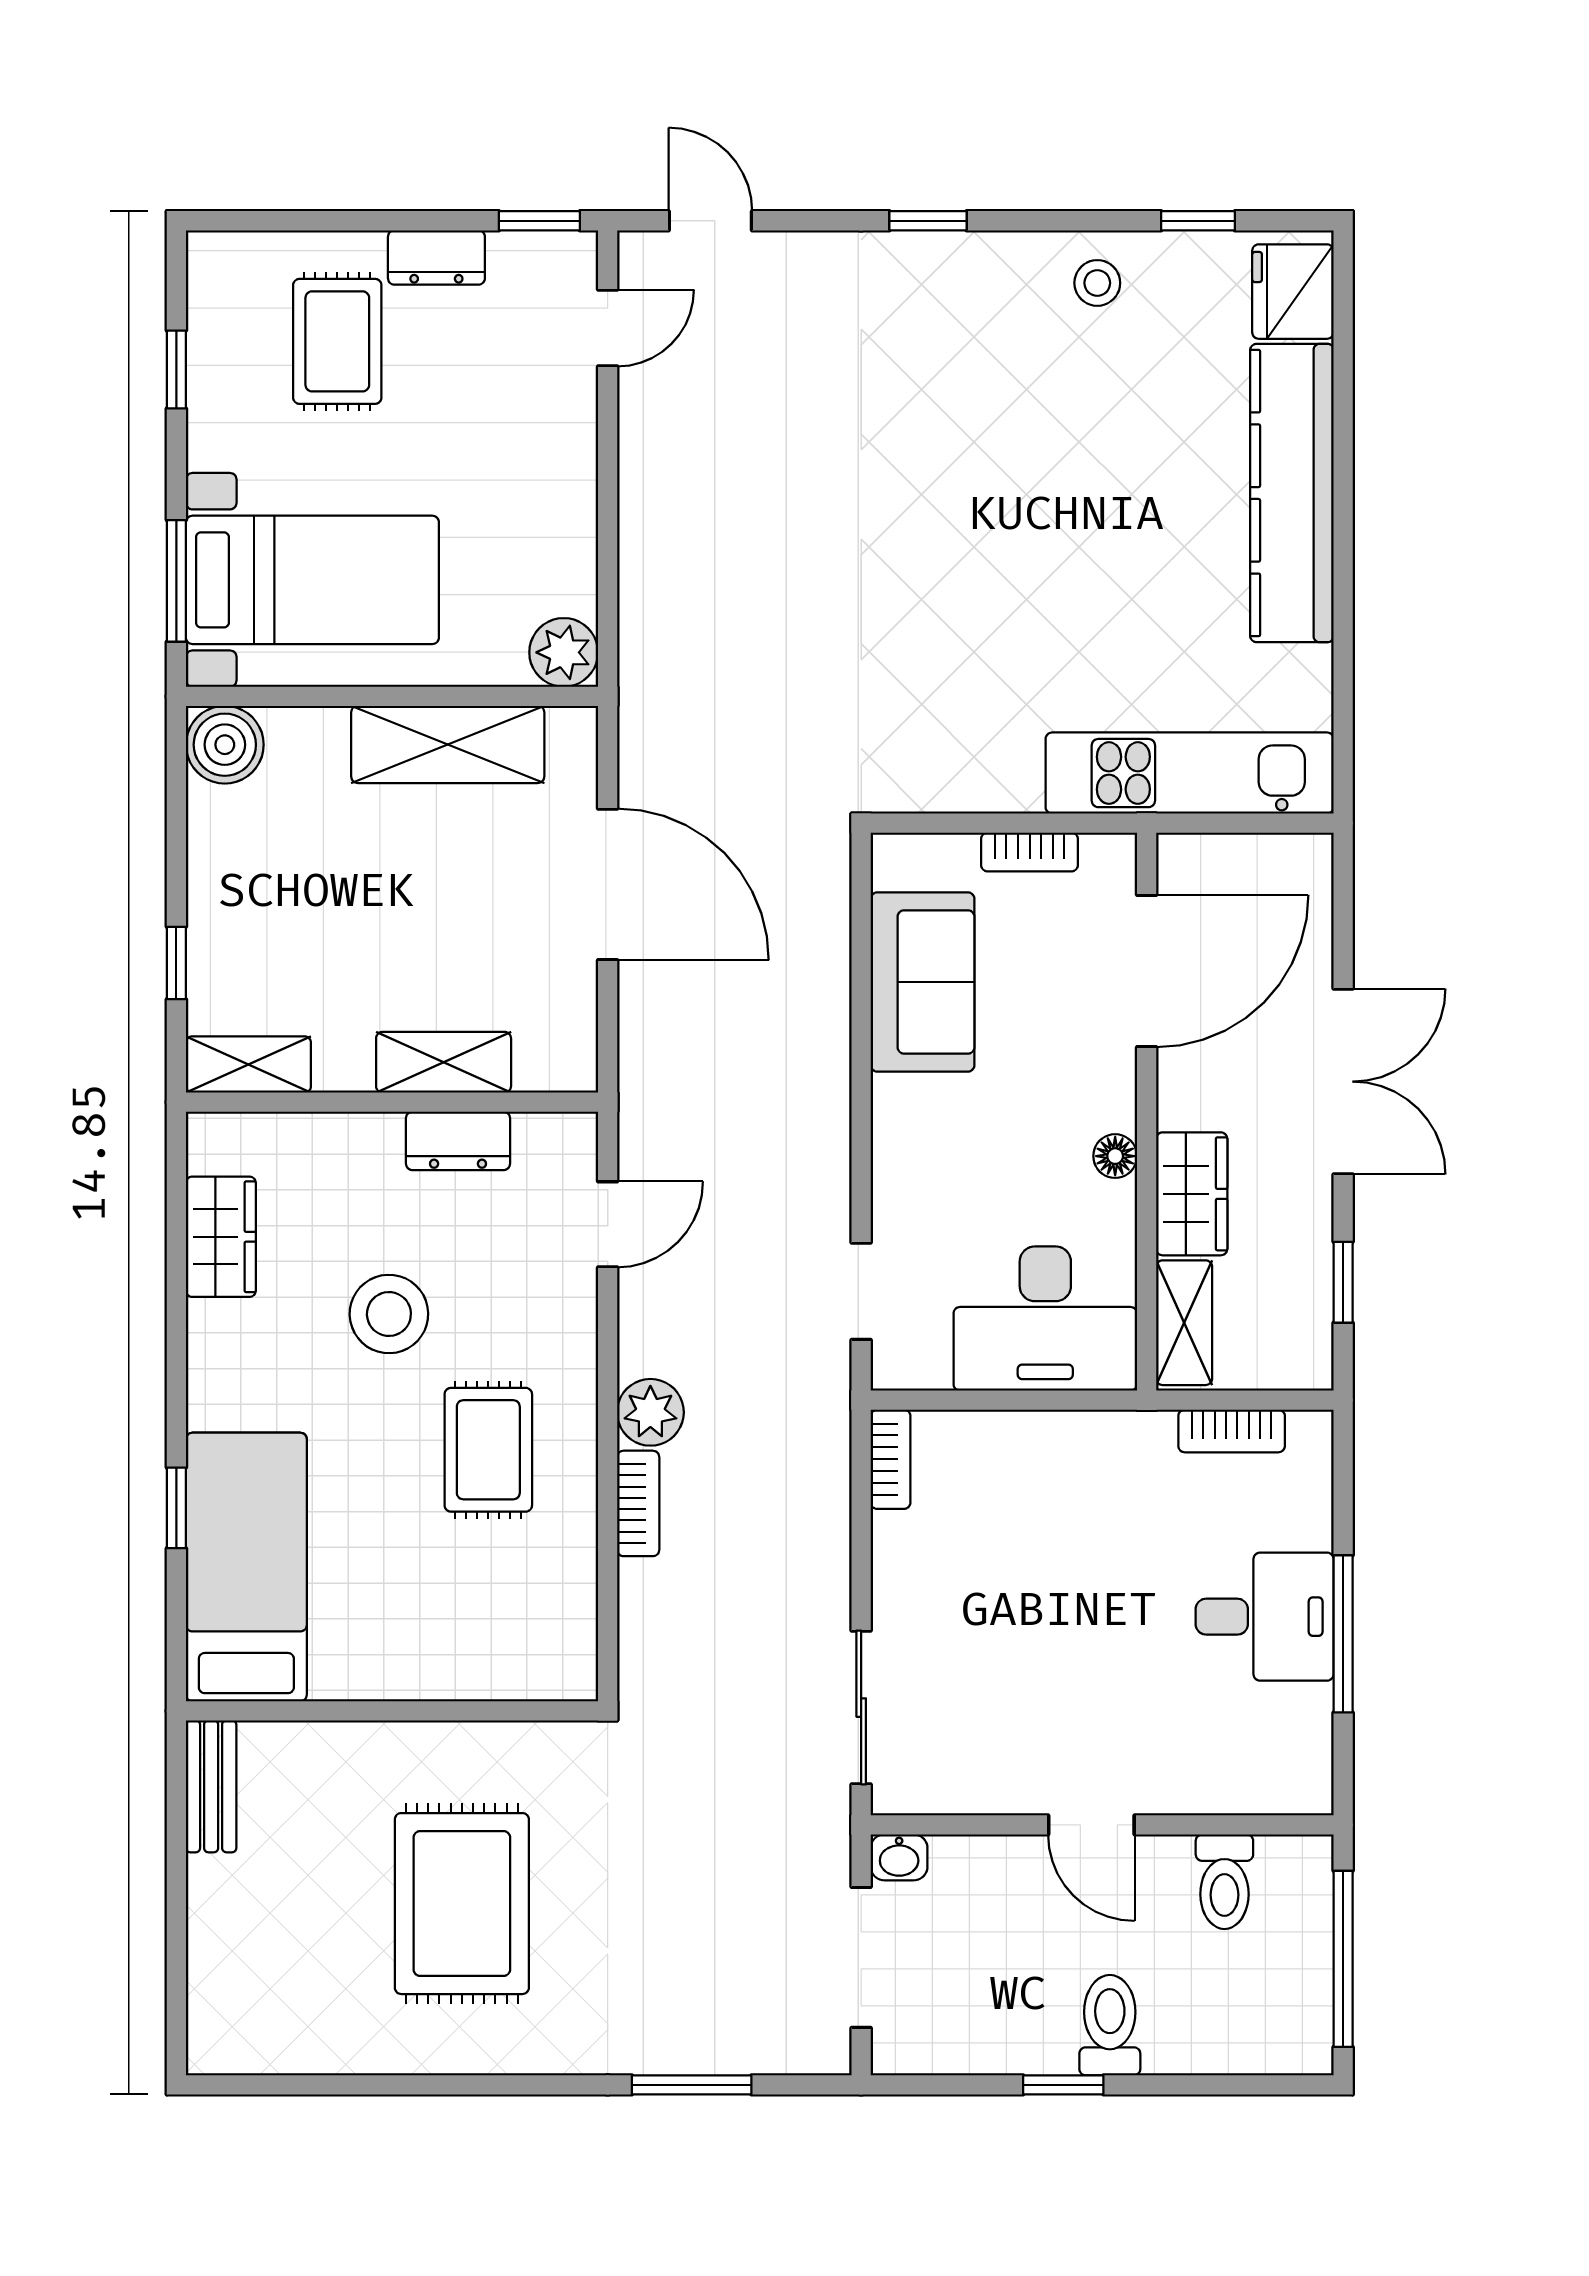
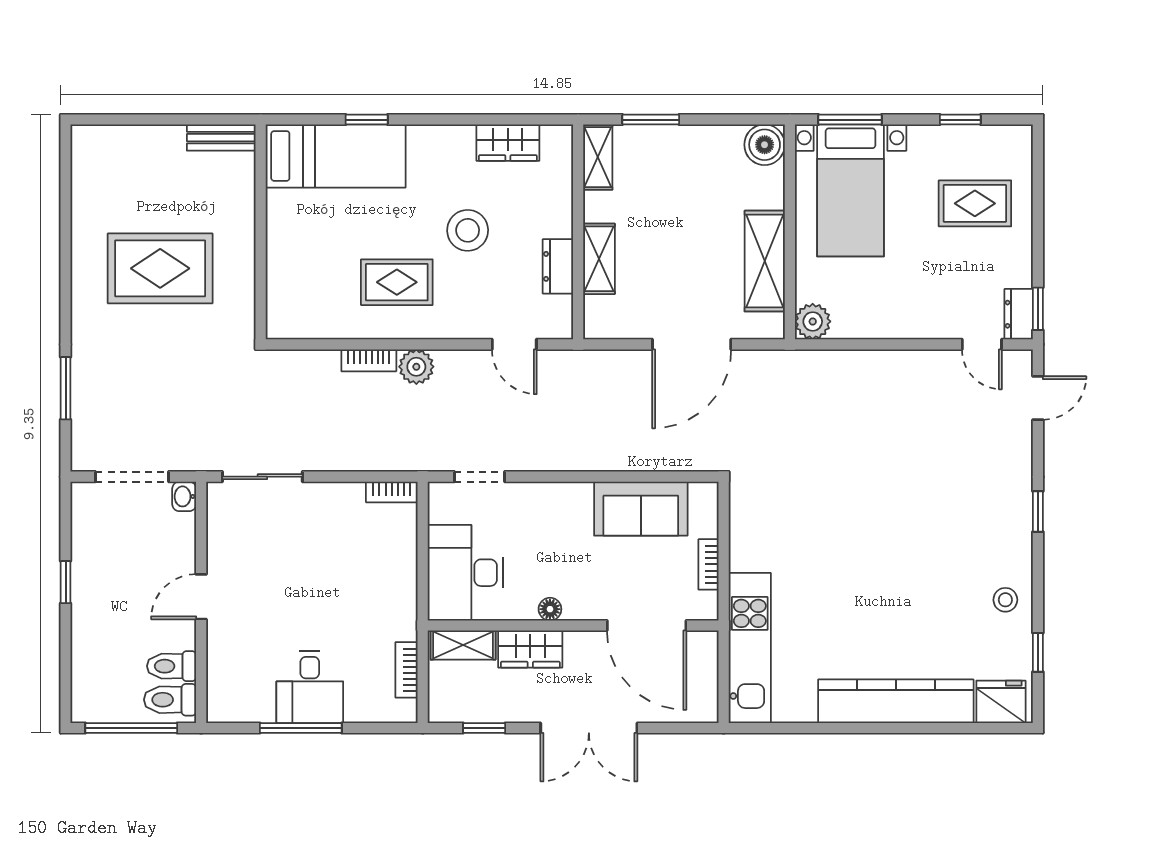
dresser: (436, 258) -> (1019, 314), moved
window: (176, 963) -> (651, 120), width x1.50
toilet: (1110, 2025) -> (170, 700), moved, turned 180

